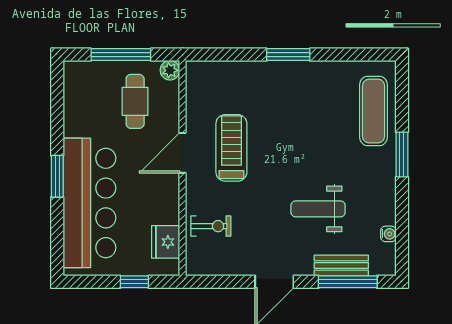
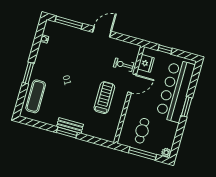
plant: (170, 70) -> (166, 153), moved
treadmill: (231, 148) -> (104, 98), turned 180
door: (183, 153) -> (132, 83), moved
weight bench: (318, 209) -> (73, 59), removed
bench: (341, 265) -> (70, 125), moved

